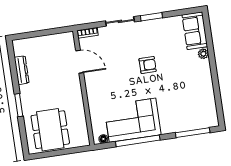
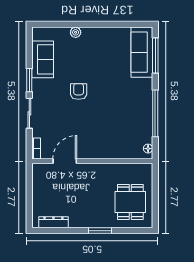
sofa: (195, 31) -> (43, 59), moved, turned -90
dresser: (22, 70) -> (53, 222), moved
sofa: (194, 119) -> (142, 52), added
corner sofa: (132, 120) -> (133, 116), removed
dining table: (50, 130) -> (130, 202), width x0.73

